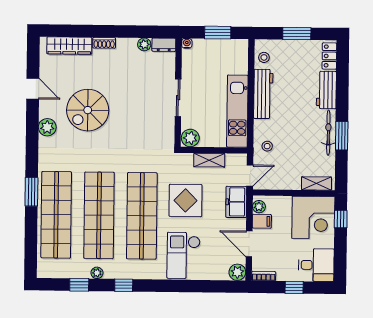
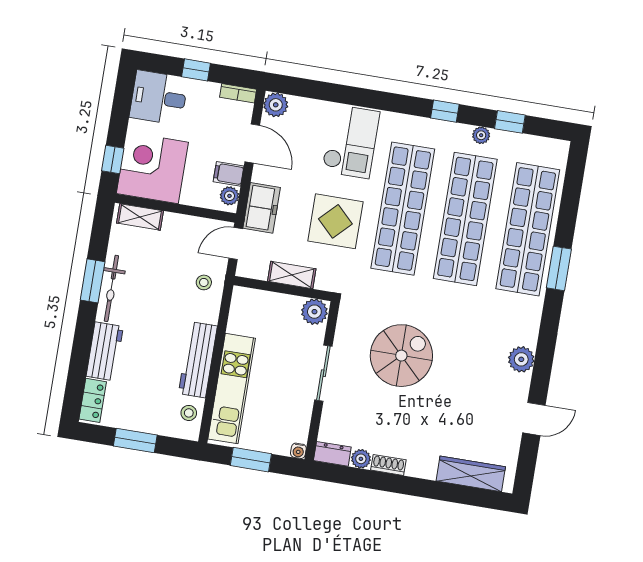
shoe rack: (104, 43) -> (388, 465), moved
door: (33, 89) -> (534, 419), swing flipped
spiral stairs: (88, 110) -> (401, 356), moved
kitchen unit: (237, 111) -> (232, 389), moved

